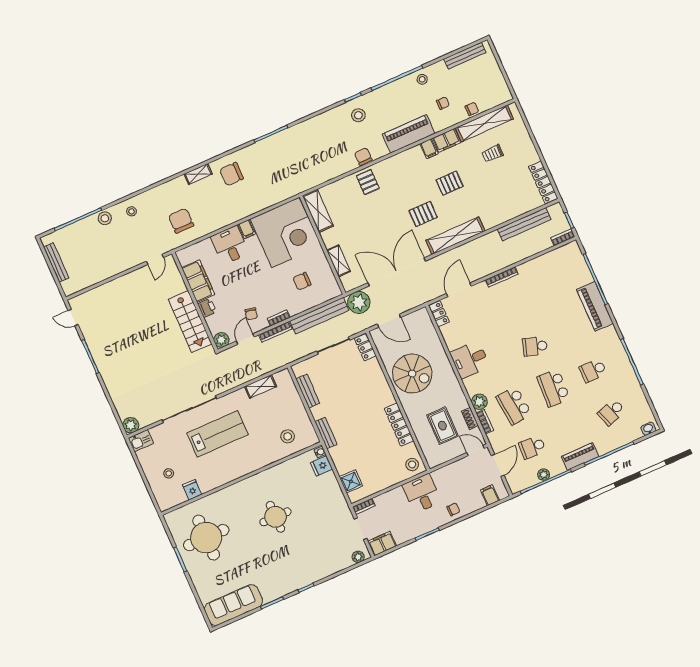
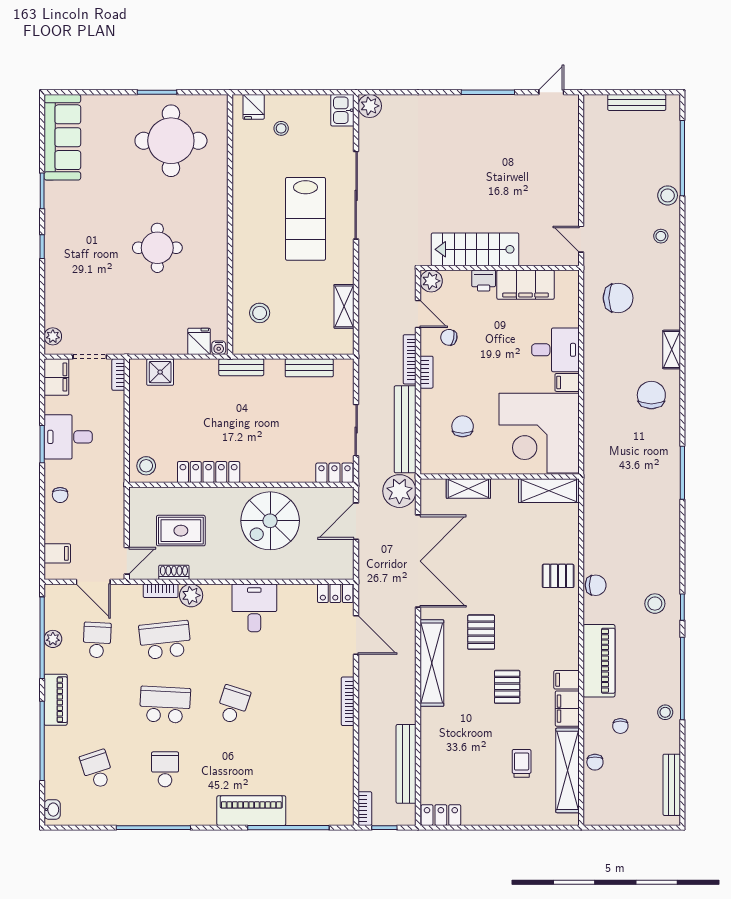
locker: (543, 182) -> (441, 815), width x0.66
fridge: (192, 490) -> (254, 107), moved, turned 90
desk: (422, 493) -> (68, 437), moved, turned 180

